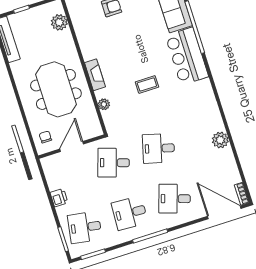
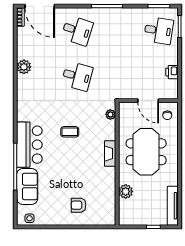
plant: (59, 22) -> (126, 191), moved
plant: (104, 104) -> (110, 114), moved
door: (72, 147) -> (148, 101), hinge flipped
desk: (114, 163) -> (118, 76), removed
printer: (59, 198) -> (172, 72), moved
desk: (130, 213) -> (118, 30), removed

